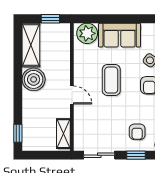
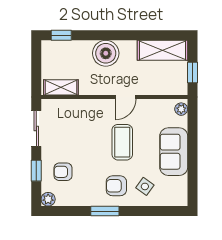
plant: (87, 33) -> (181, 109), width x0.53, depth x0.53
boiler: (34, 79) -> (106, 53), moved
coffee table: (111, 80) -> (122, 142), turned 90
door: (72, 95) -> (126, 97), moved

